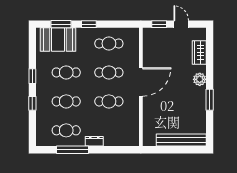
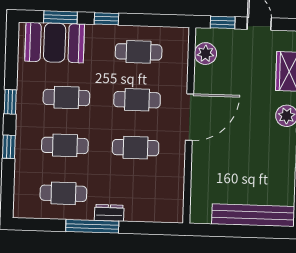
plant: (149, 43) -> (205, 54), added
window: (73, 150) -> (92, 226), moved

